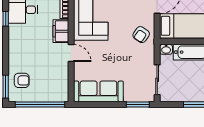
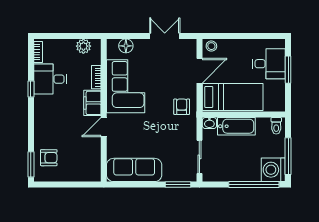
armchair: (141, 35) -> (182, 107), turned 146
door: (71, 53) -> (104, 127), swing flipped
window: (40, 105) -> (69, 184), removed

